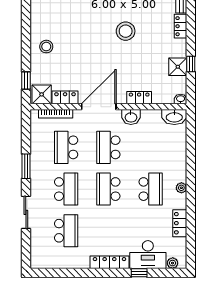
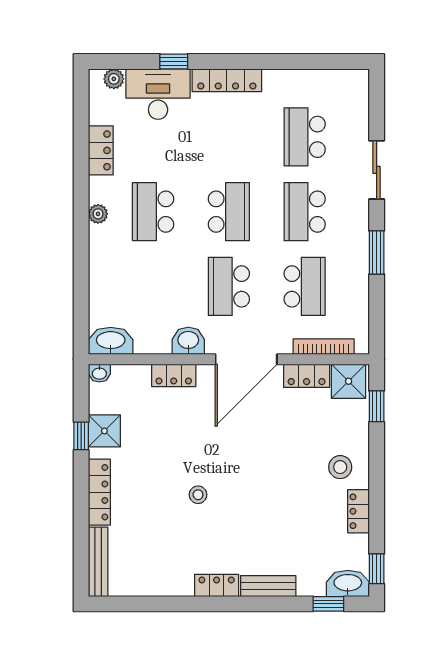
locker: (36, 22) -> (358, 511), added
locker: (181, 26) -> (99, 492), width x1.53
stool: (126, 31) -> (198, 495), width x0.53, depth x0.53
school desk: (108, 147) -> (229, 286), turned 180

